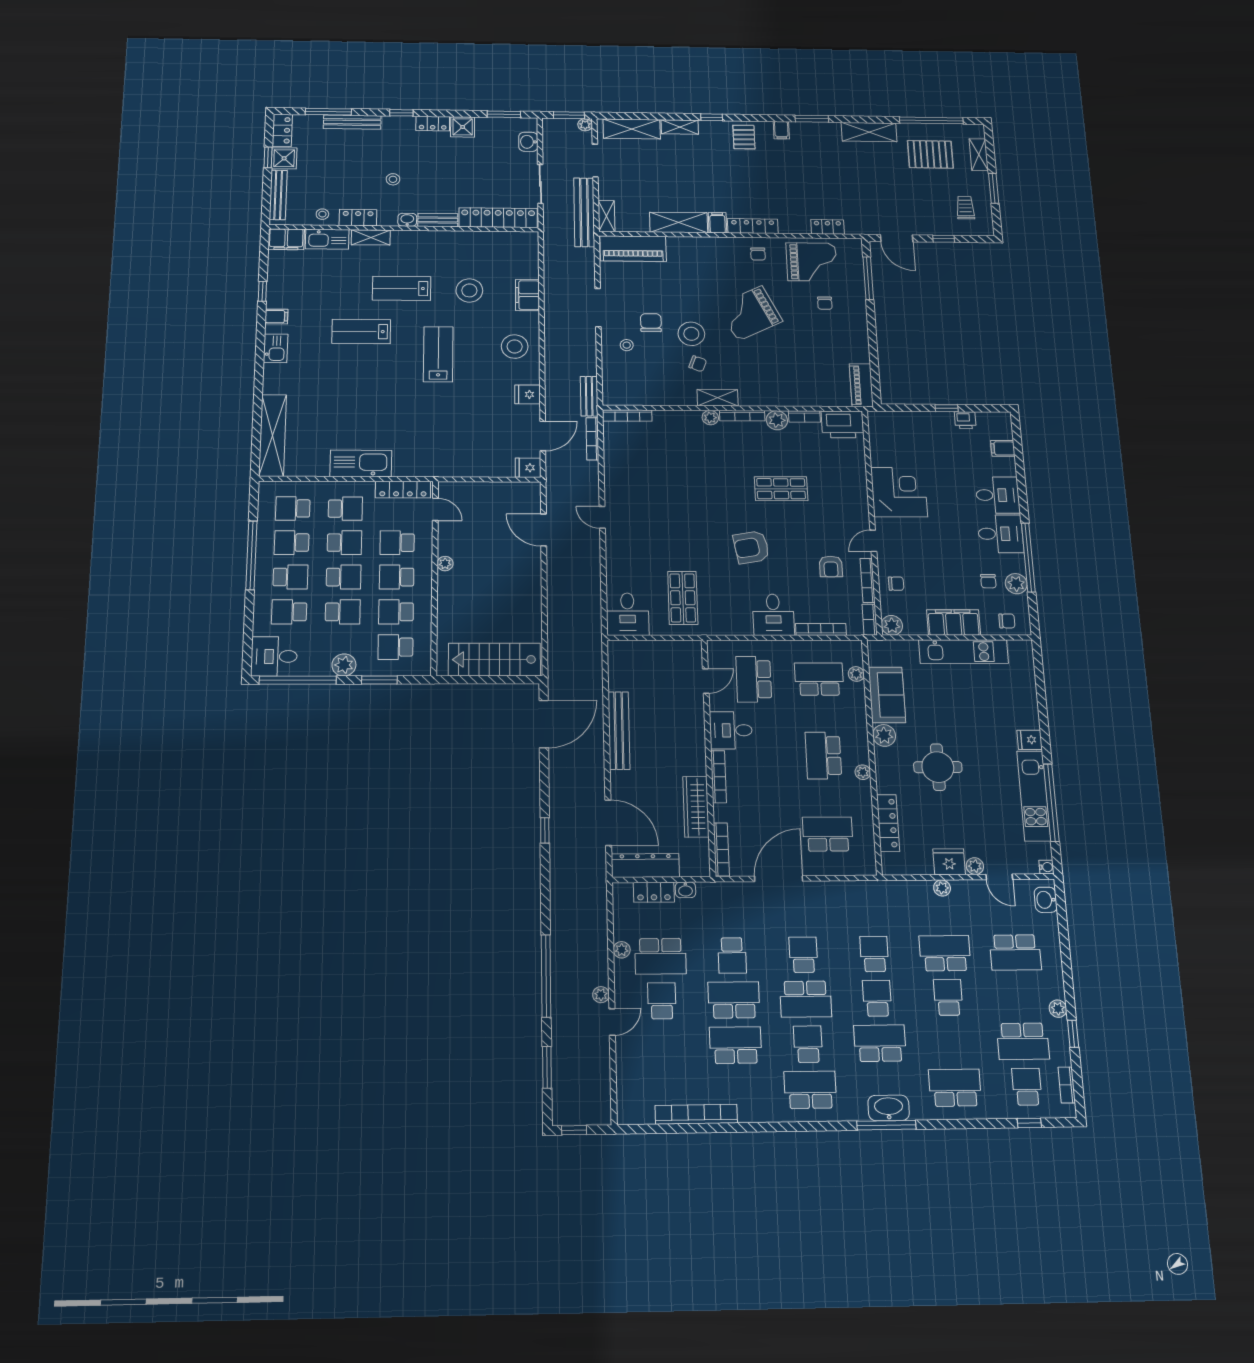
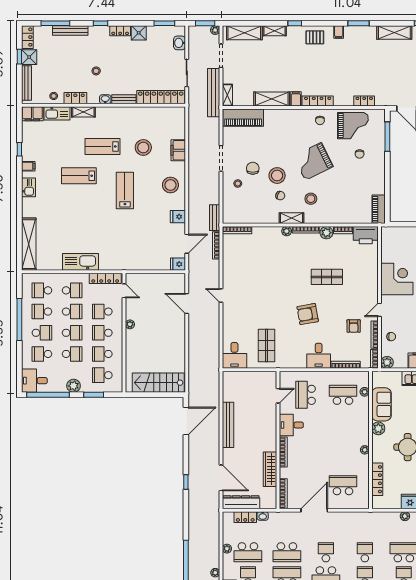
pallet: (744, 137) -> (315, 37), turned 90
stool: (748, 369) -> (311, 199), added
school desk: (823, 756) -> (343, 440), removed
school desk: (732, 955) -> (287, 552), width x1.85

